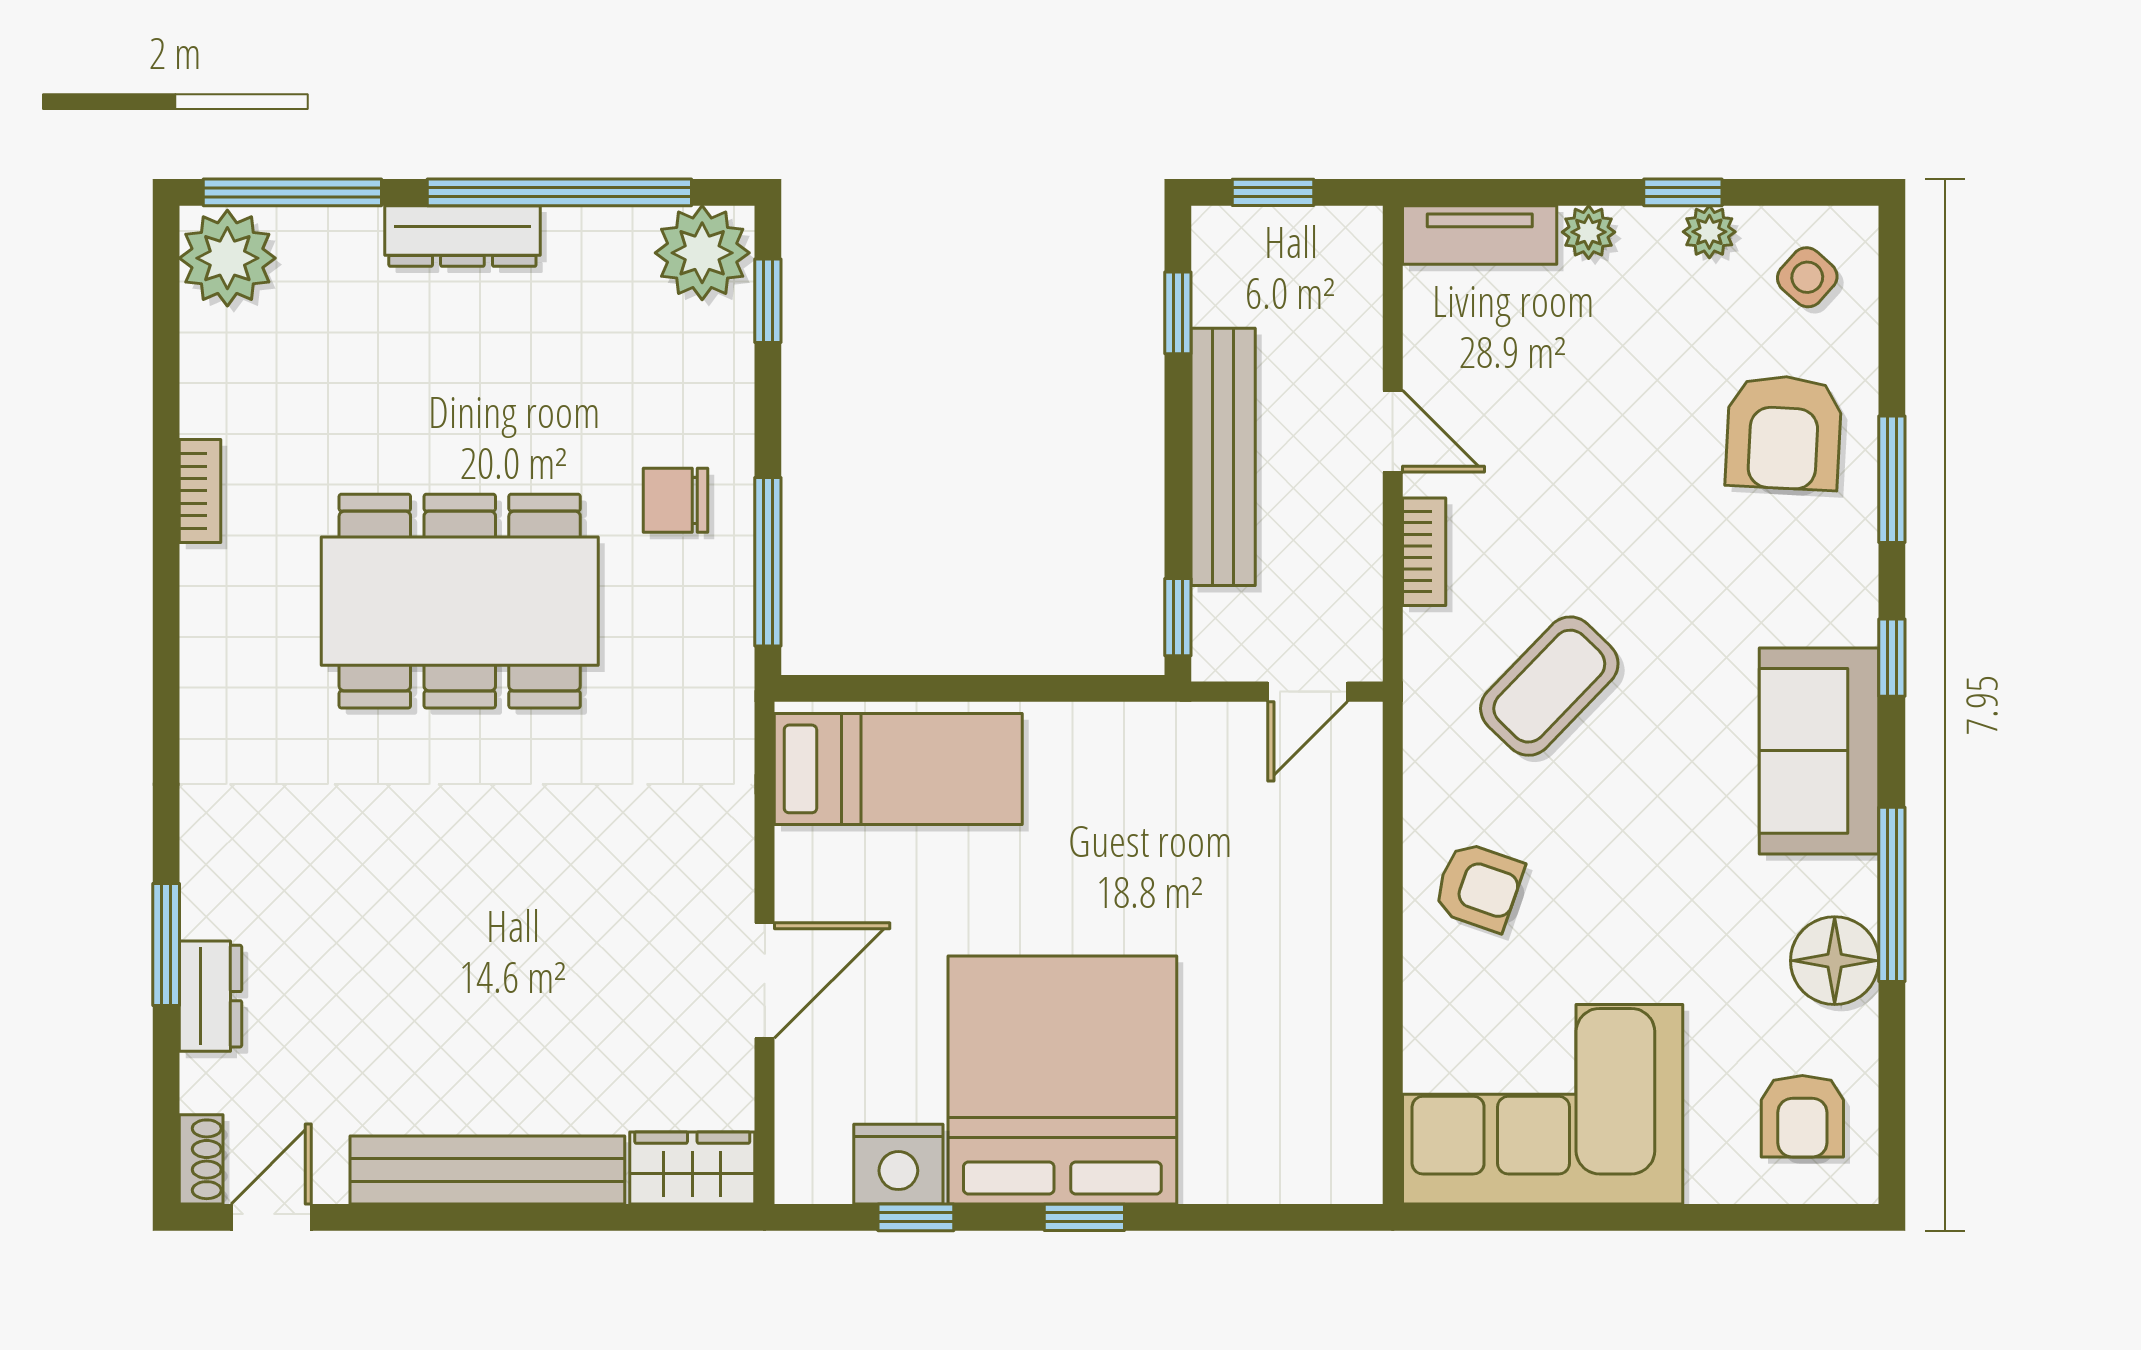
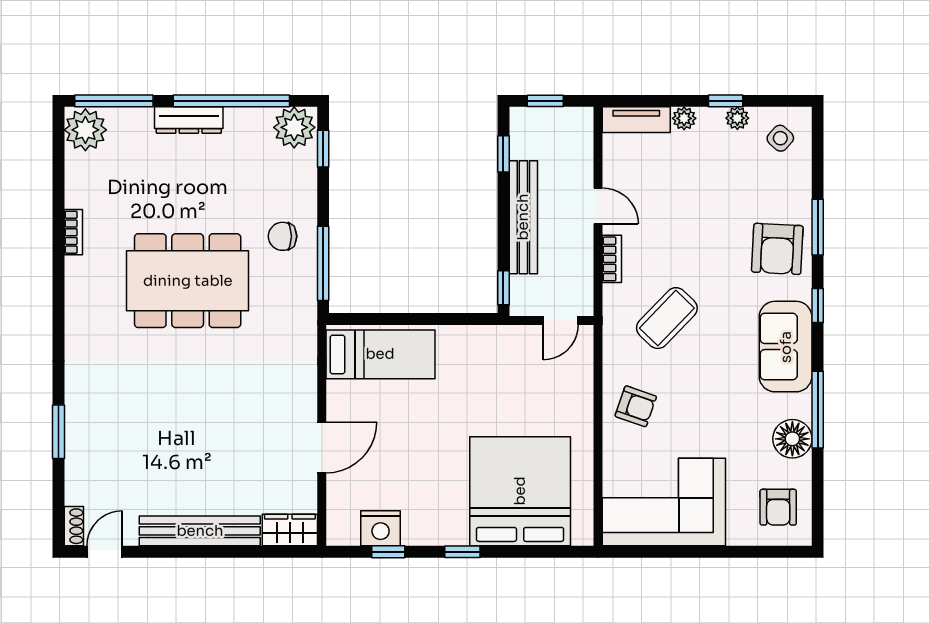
armchair: (1784, 432) -> (777, 249), moved
dresser: (210, 996) -> (78, 454), removed
bed: (1062, 1080) -> (520, 491), moved

